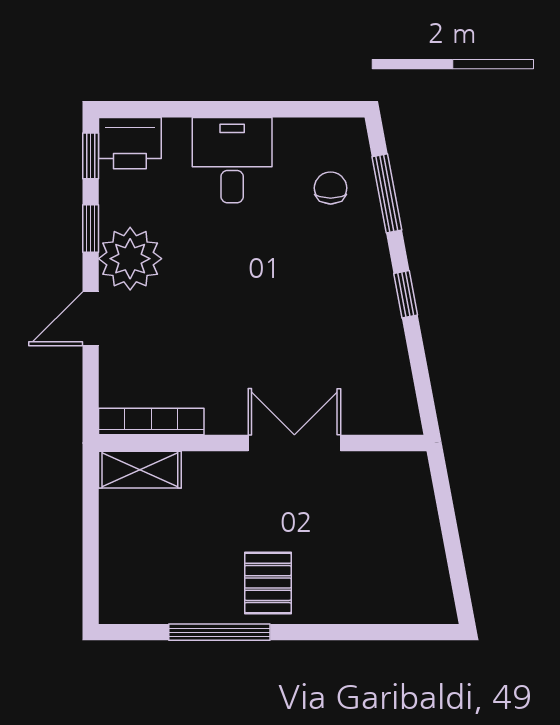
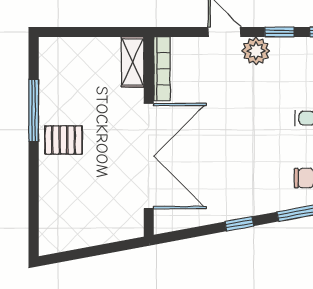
plant: (130, 259) -> (256, 51), width x0.73, depth x0.73
double door: (294, 443) -> (149, 156), width x1.87

